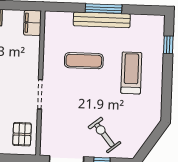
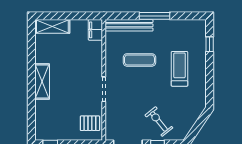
bench: (102, 20) -> (129, 25), moved
pallet: (22, 134) -> (90, 123), turned 90

